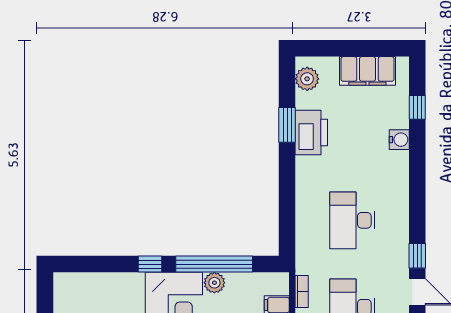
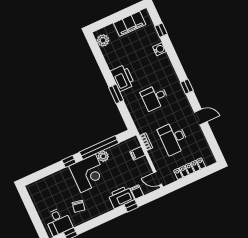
window: (287, 125) -> (116, 94), moved
printer: (311, 133) -> (123, 78), moved
desk: (352, 220) -> (155, 97), width x0.73
window: (417, 256) -> (187, 86), moved

